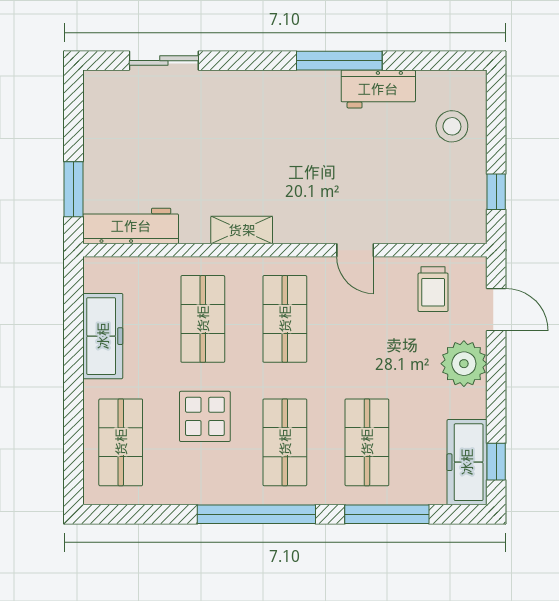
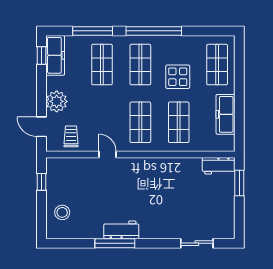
workbench: (378, 89) -> (121, 230), moved
workbench: (131, 226) -> (219, 166), width x0.73
shelving: (242, 230) -> (161, 164), removed

